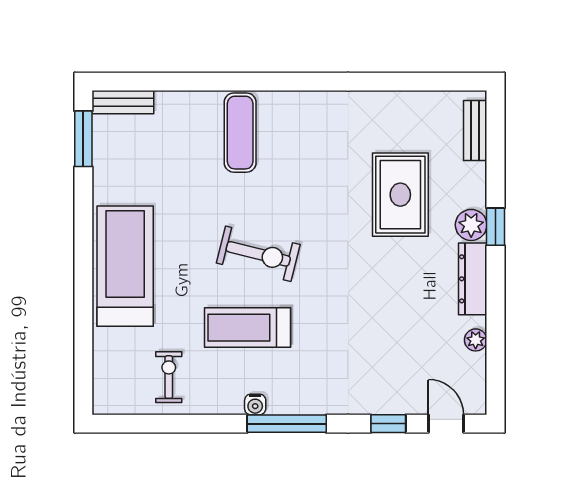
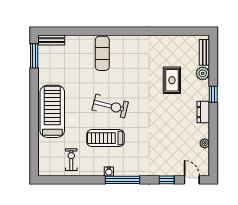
rug: (400, 195) -> (172, 80), width x0.73, depth x0.70
plant: (471, 225) -> (203, 73), moved
dresser: (473, 279) -> (203, 112), width x0.70

